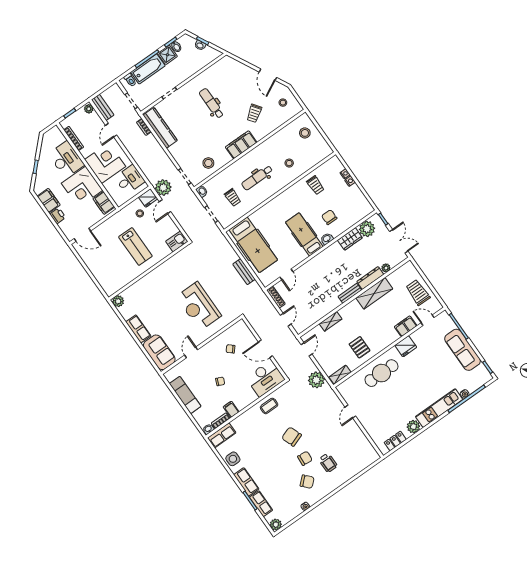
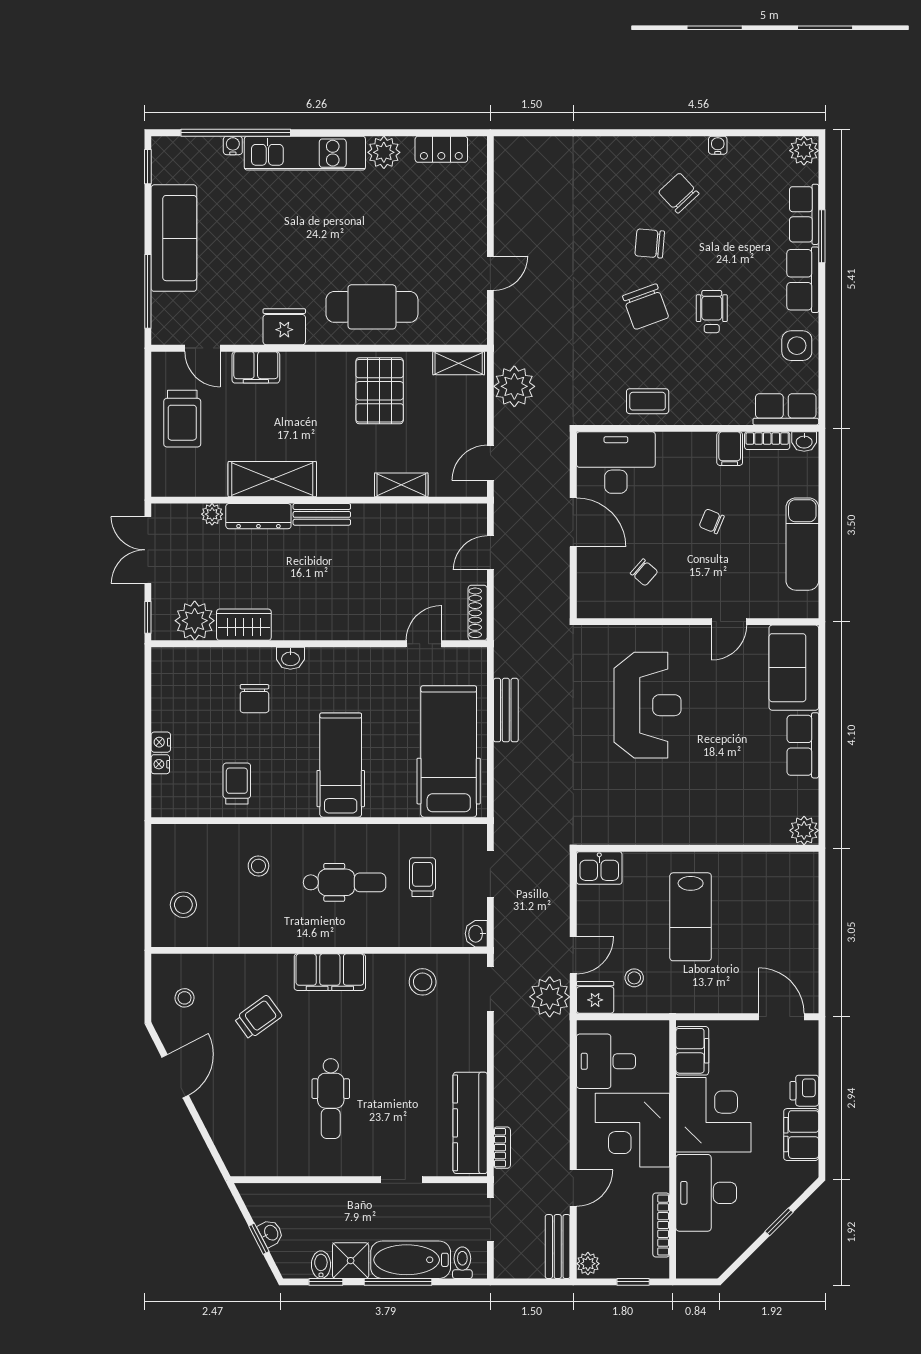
hospital bed: (304, 234) -> (341, 765), moved, turned 180
lab bench: (135, 247) -> (691, 917), turned 180
pallet: (360, 347) -> (380, 391), width x1.50, depth x1.42
wheelchair: (328, 463) -> (712, 312), moved

